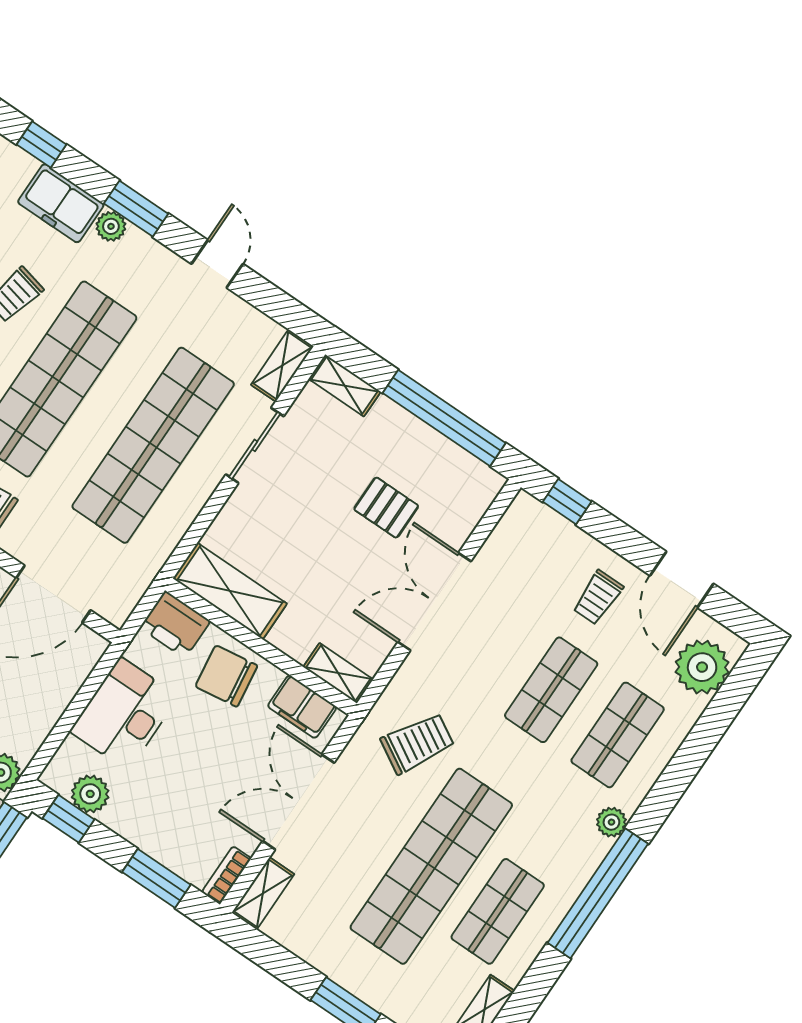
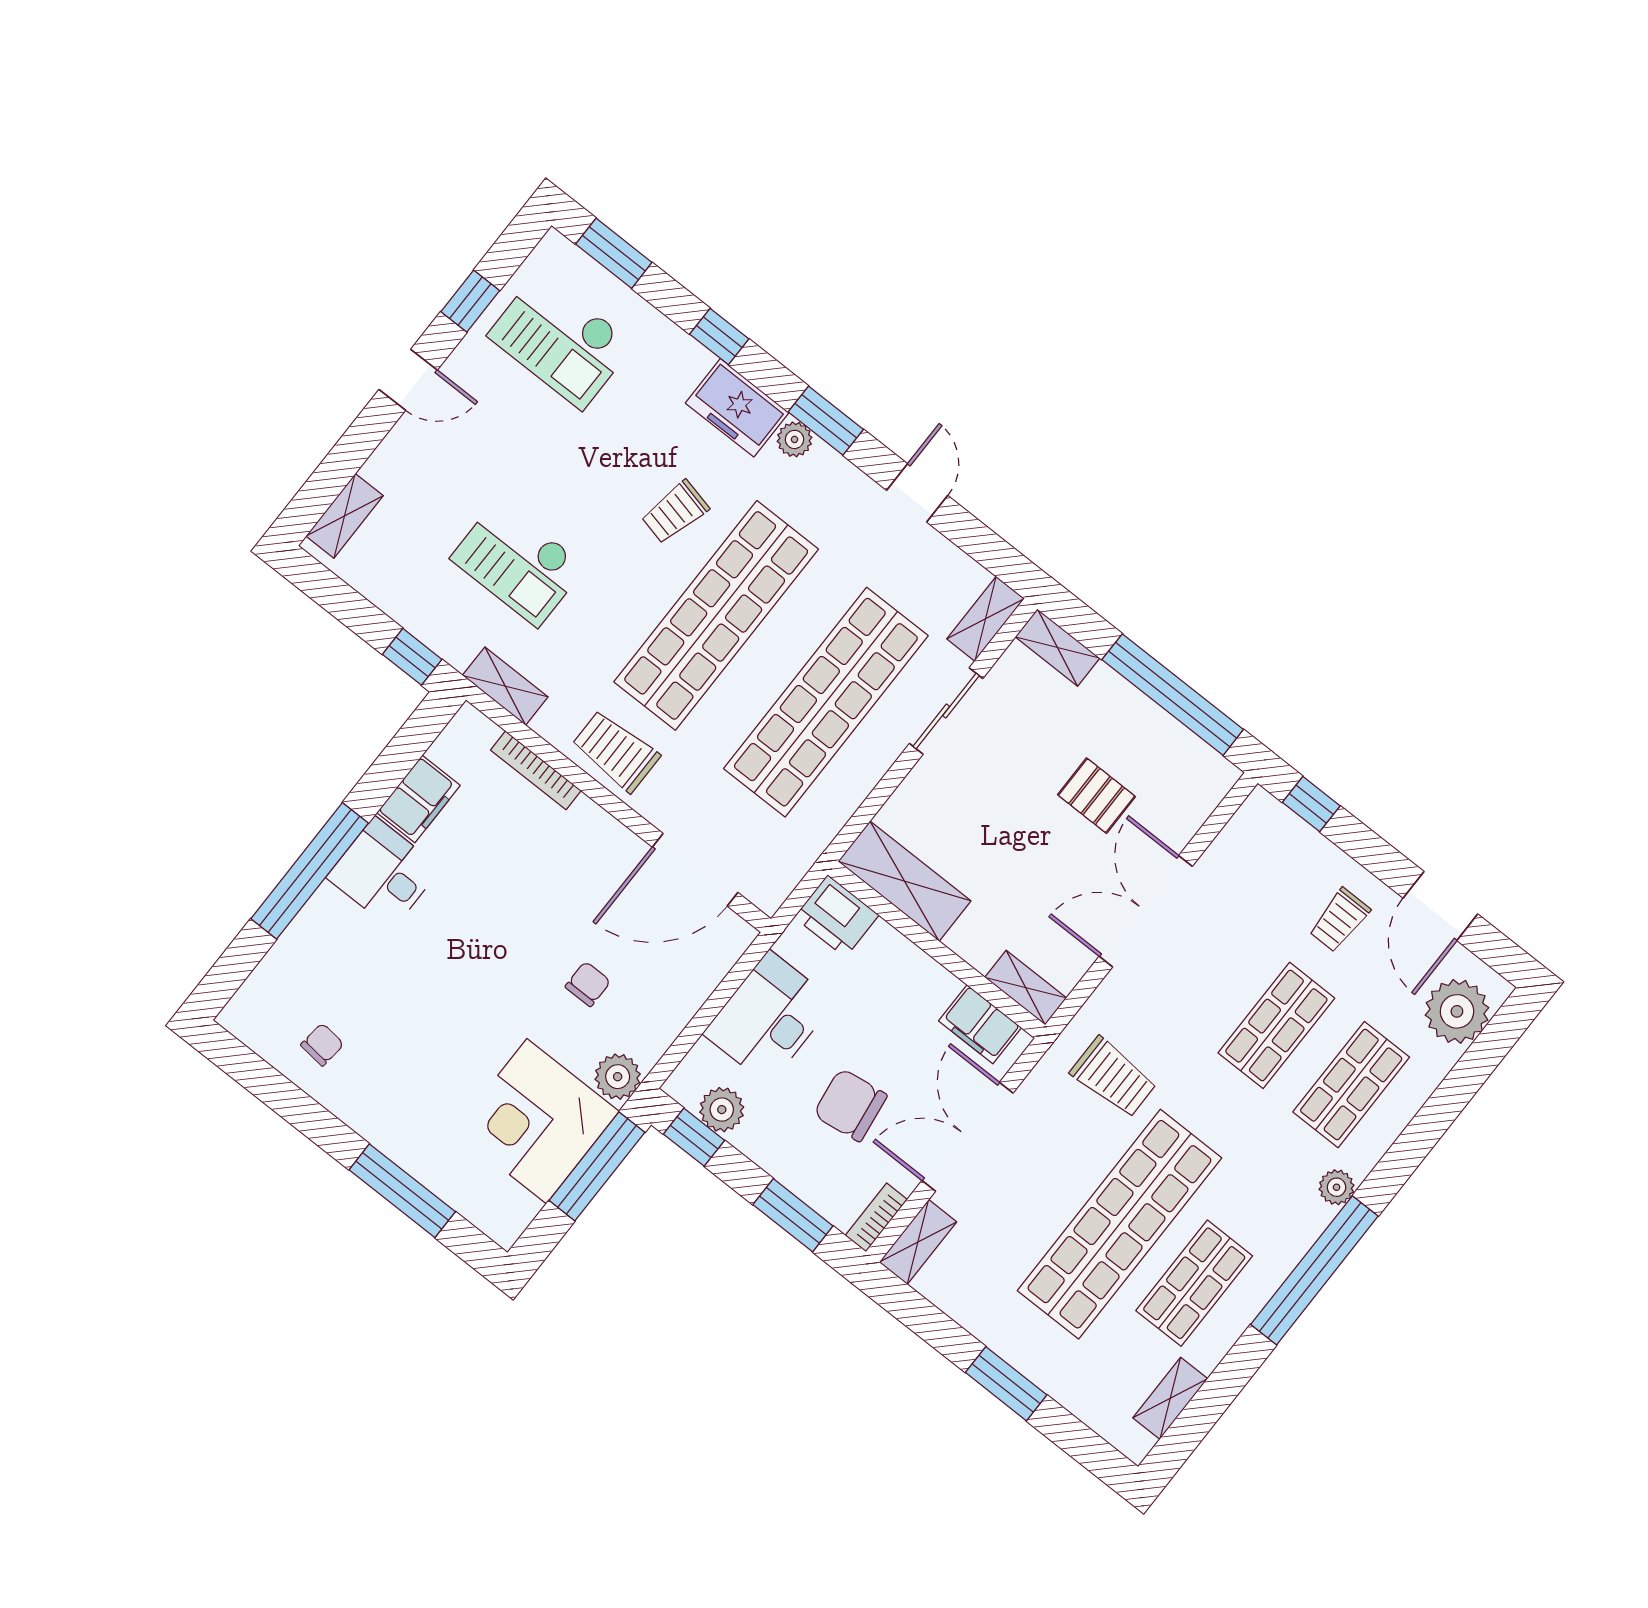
chair: (226, 676) -> (850, 1105), moved
trolley: (417, 743) -> (1114, 1077), turned 60

